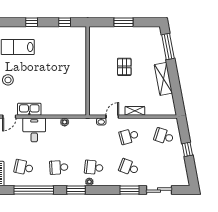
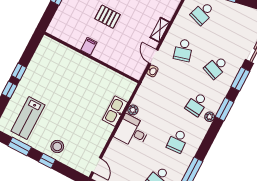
window: (65, 22) -> (19, 72), moved
filing cabinet: (95, 64) -> (89, 46), added
kitchen sink: (29, 109) -> (115, 111), moved
desk: (34, 130) -> (132, 131), moved
window: (76, 190) -> (224, 109), moved

